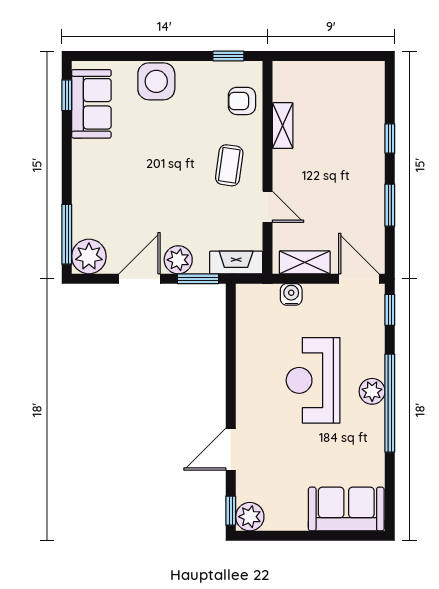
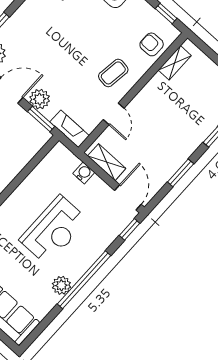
shelving: (283, 126) -> (175, 63), moved
reception desk: (313, 380) -> (54, 230), turned 180
plant: (372, 391) -> (61, 285), moved

